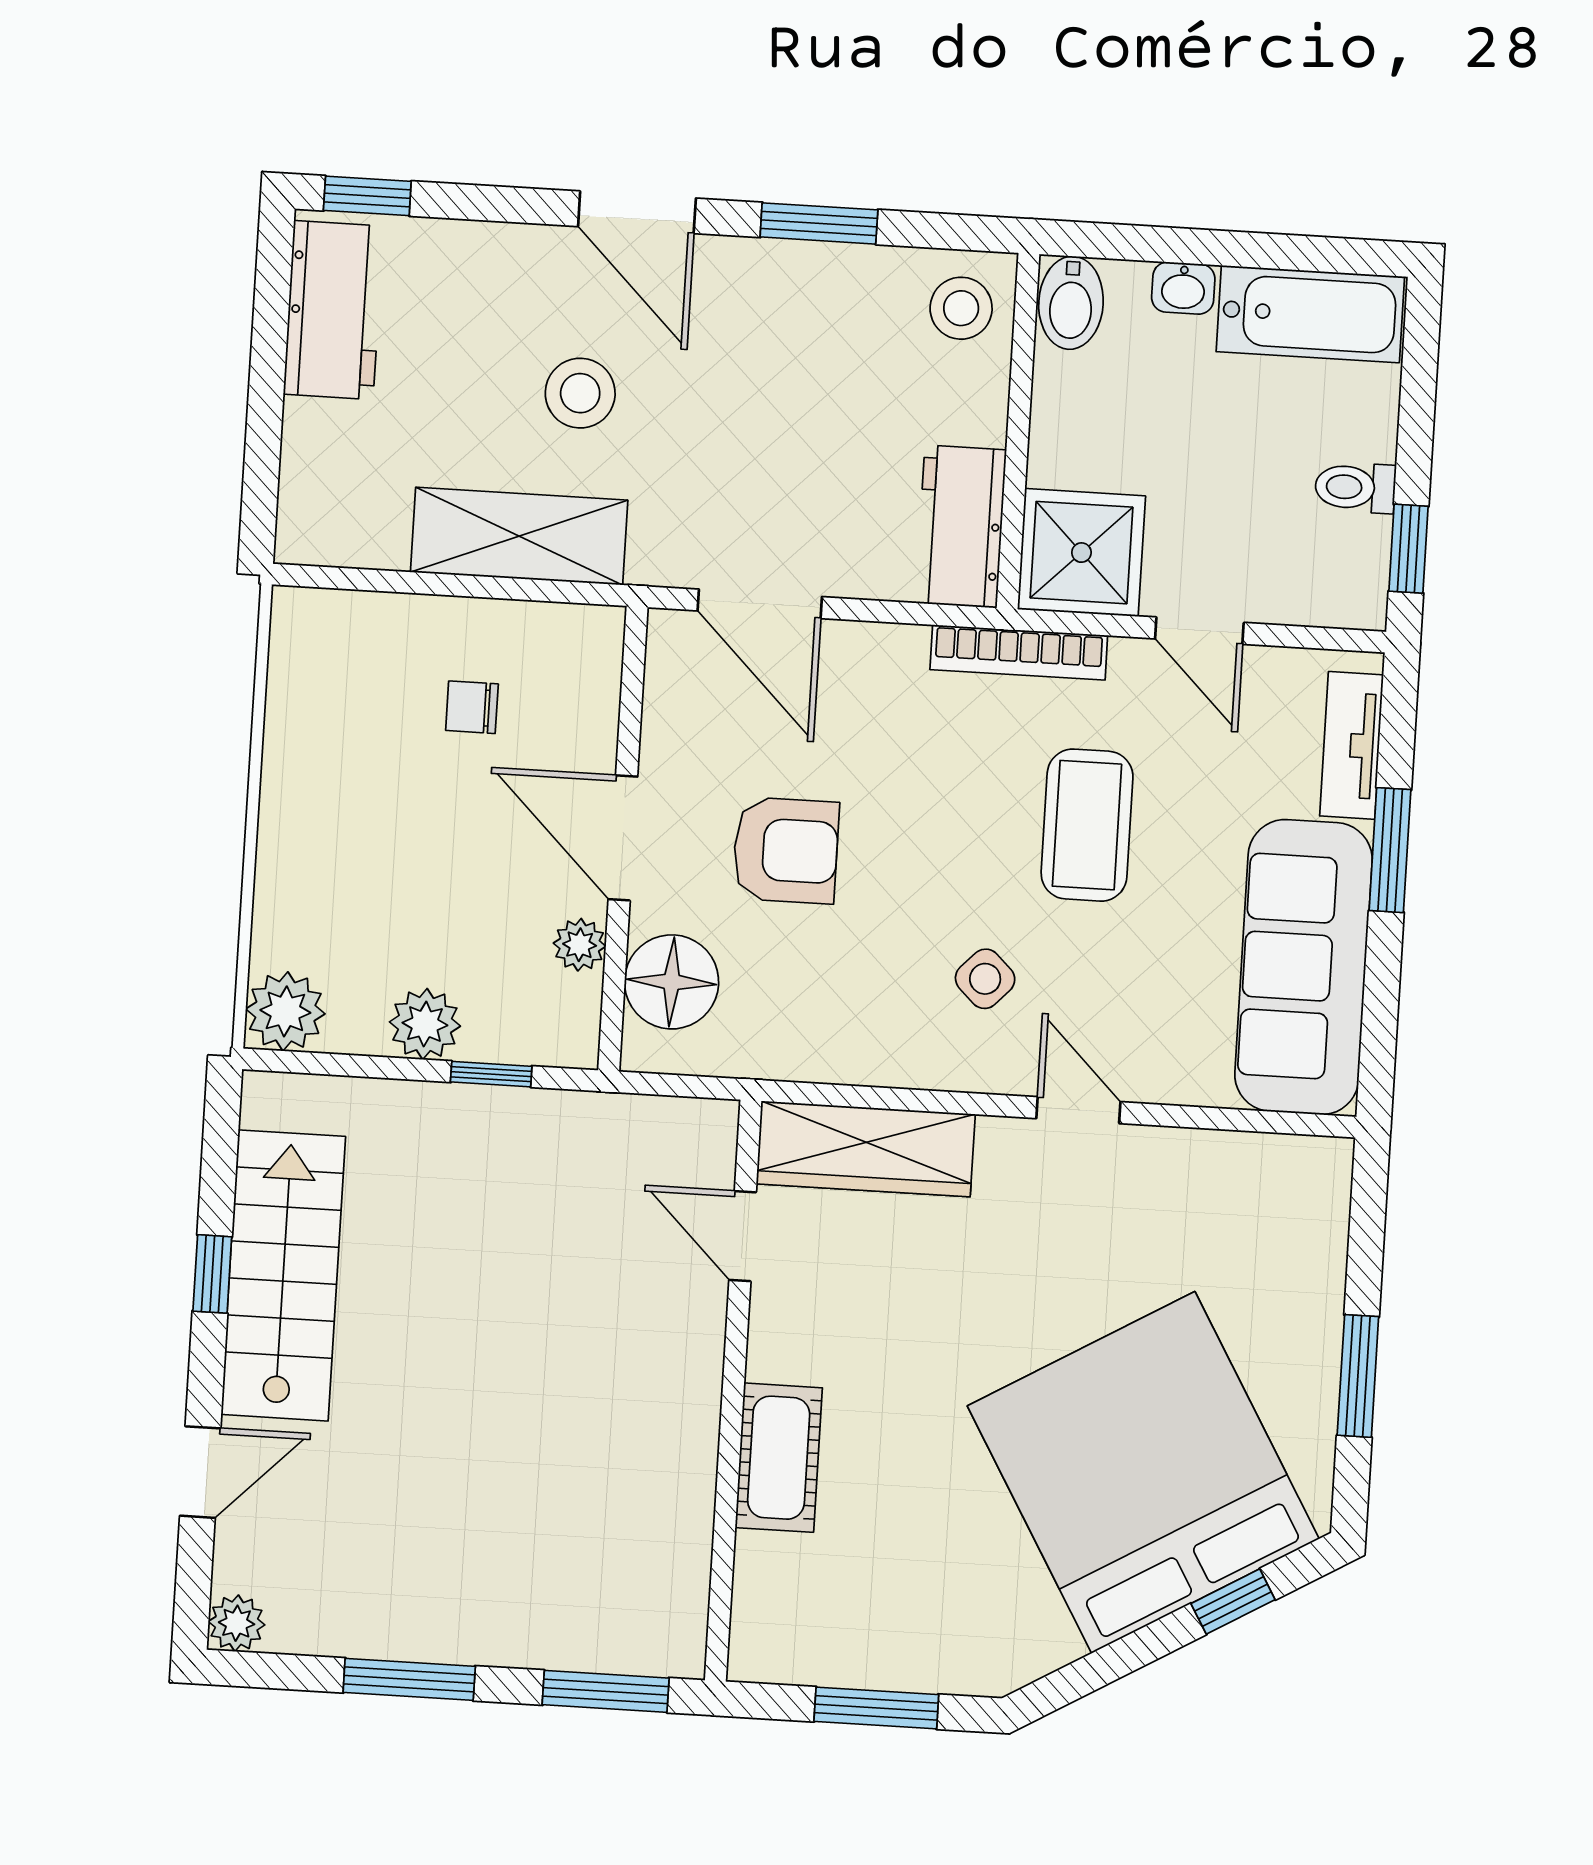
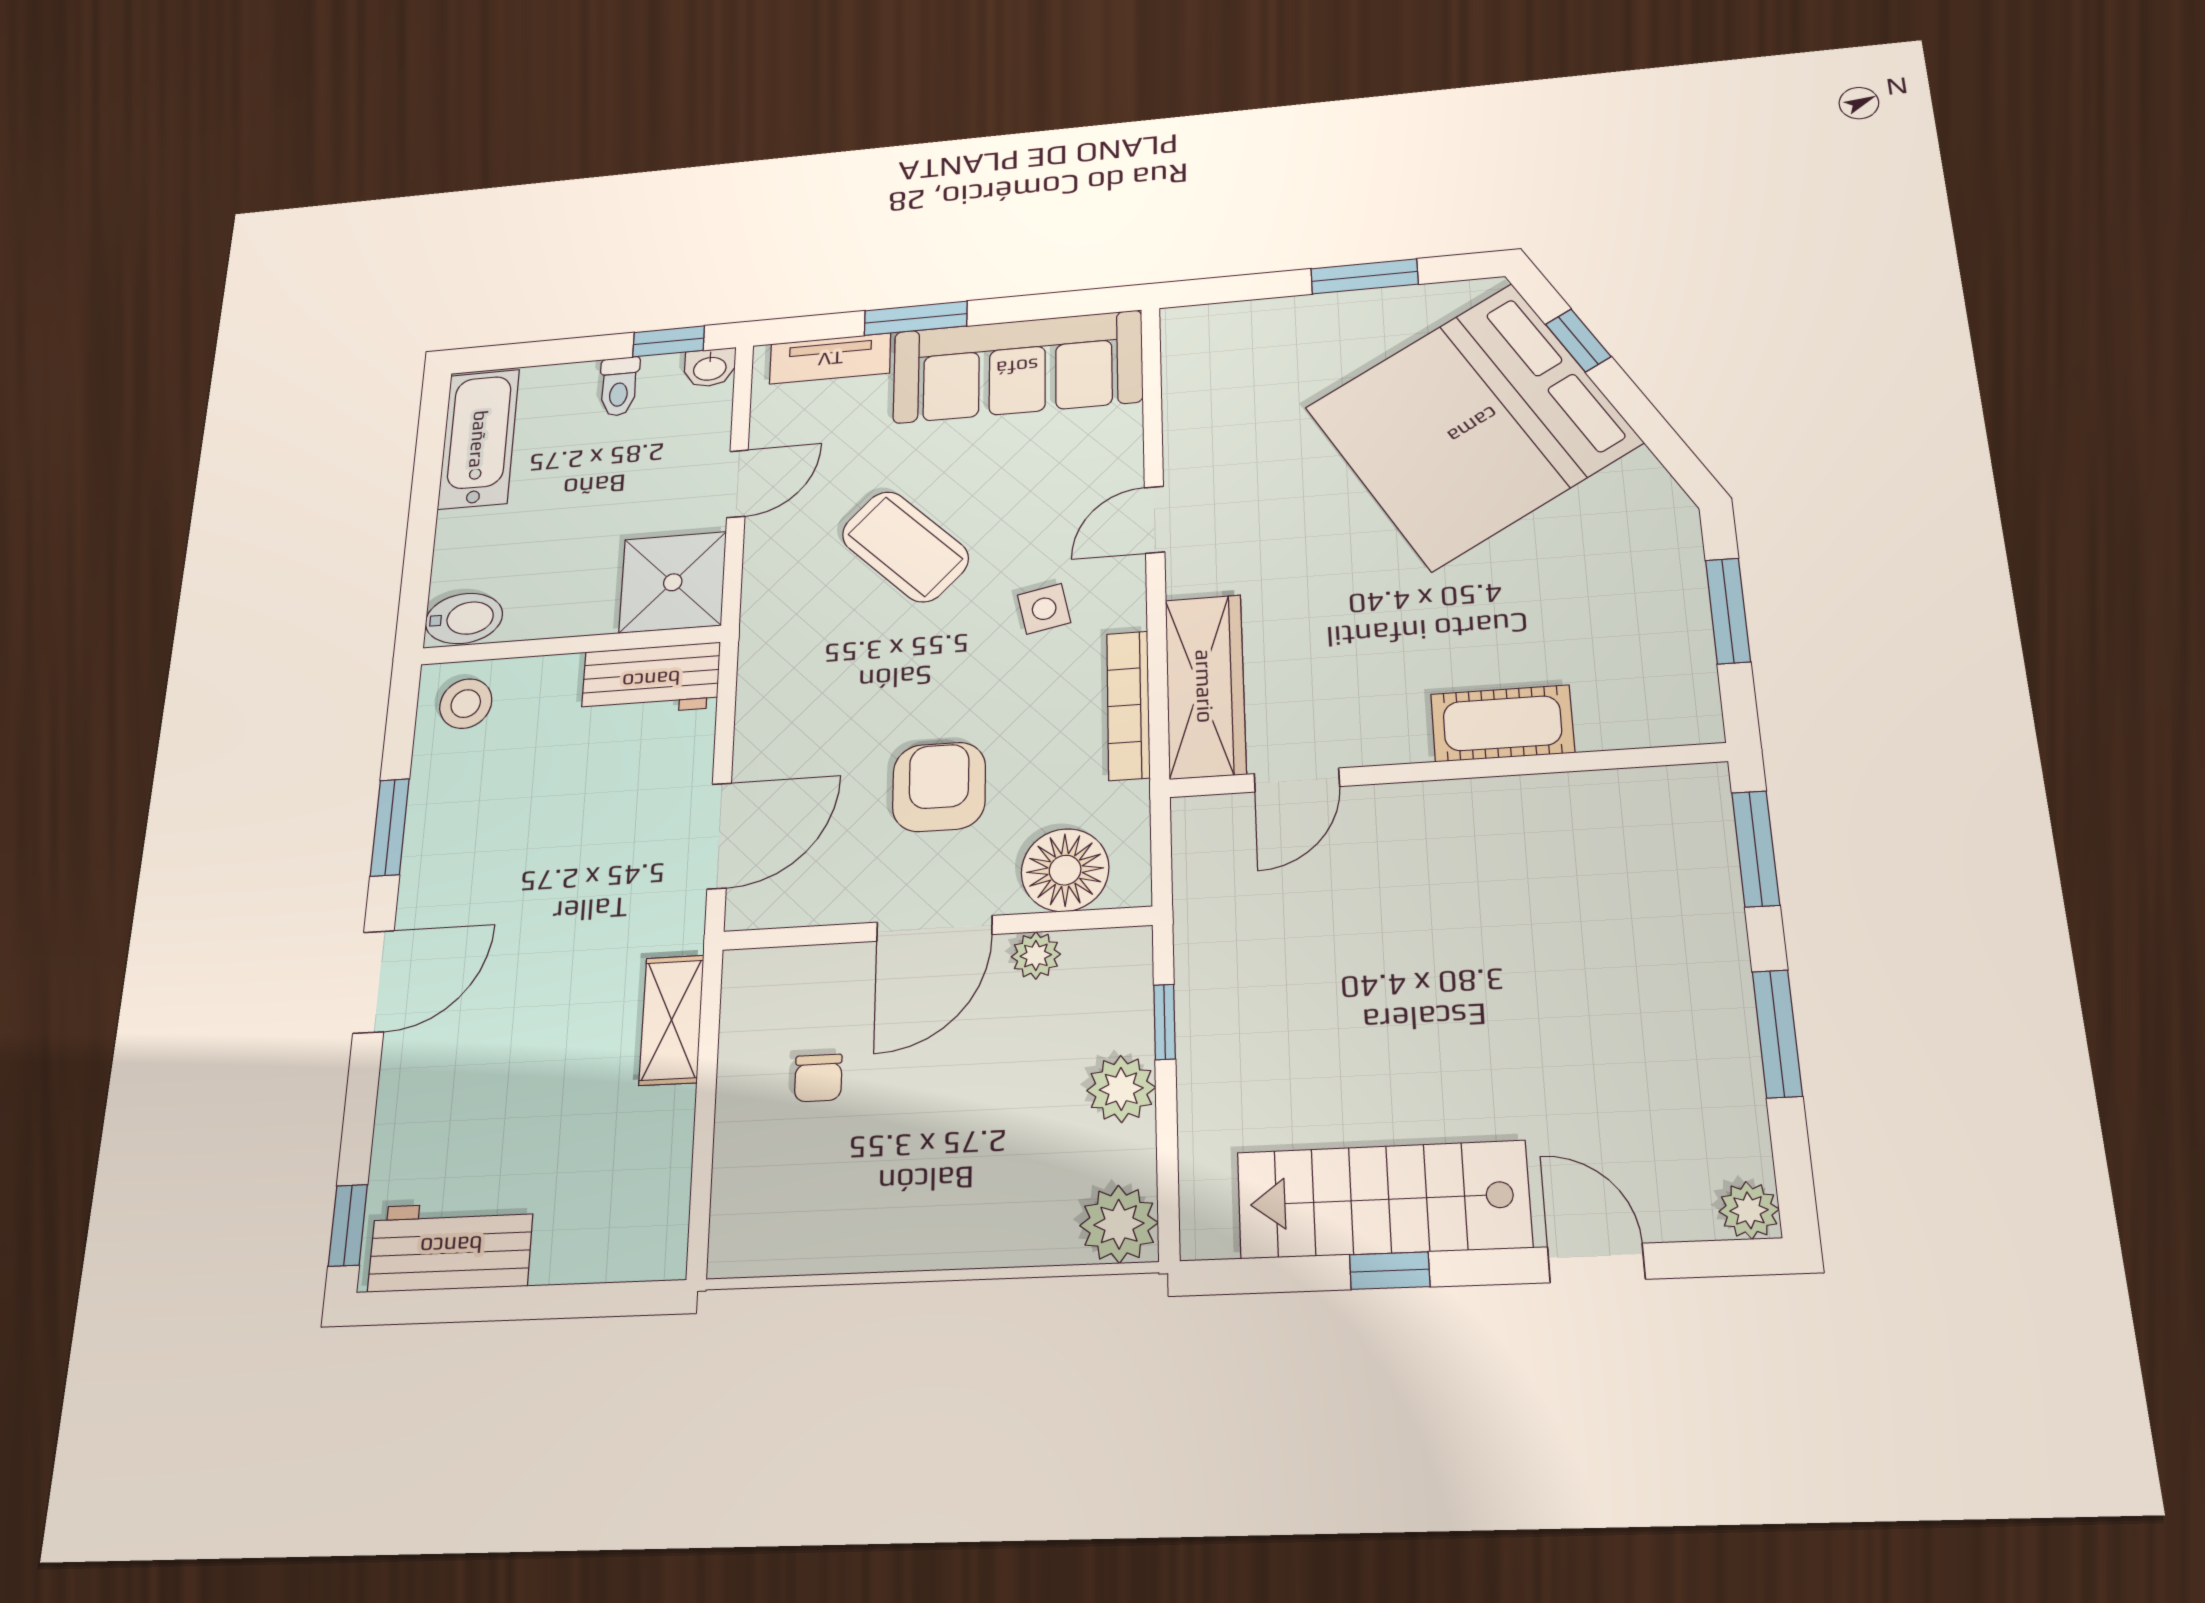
washbasin: (1183, 288) -> (710, 368), moved, turned 90
stool: (580, 393) -> (531, 1013), removed
shelving: (519, 536) -> (671, 1020), width x0.67, depth x0.75
bookcase: (1019, 652) -> (1128, 705), moved, turned 180
coffee table: (1087, 825) -> (905, 547), turned 44
side table: (985, 979) -> (1044, 609), turned 34

